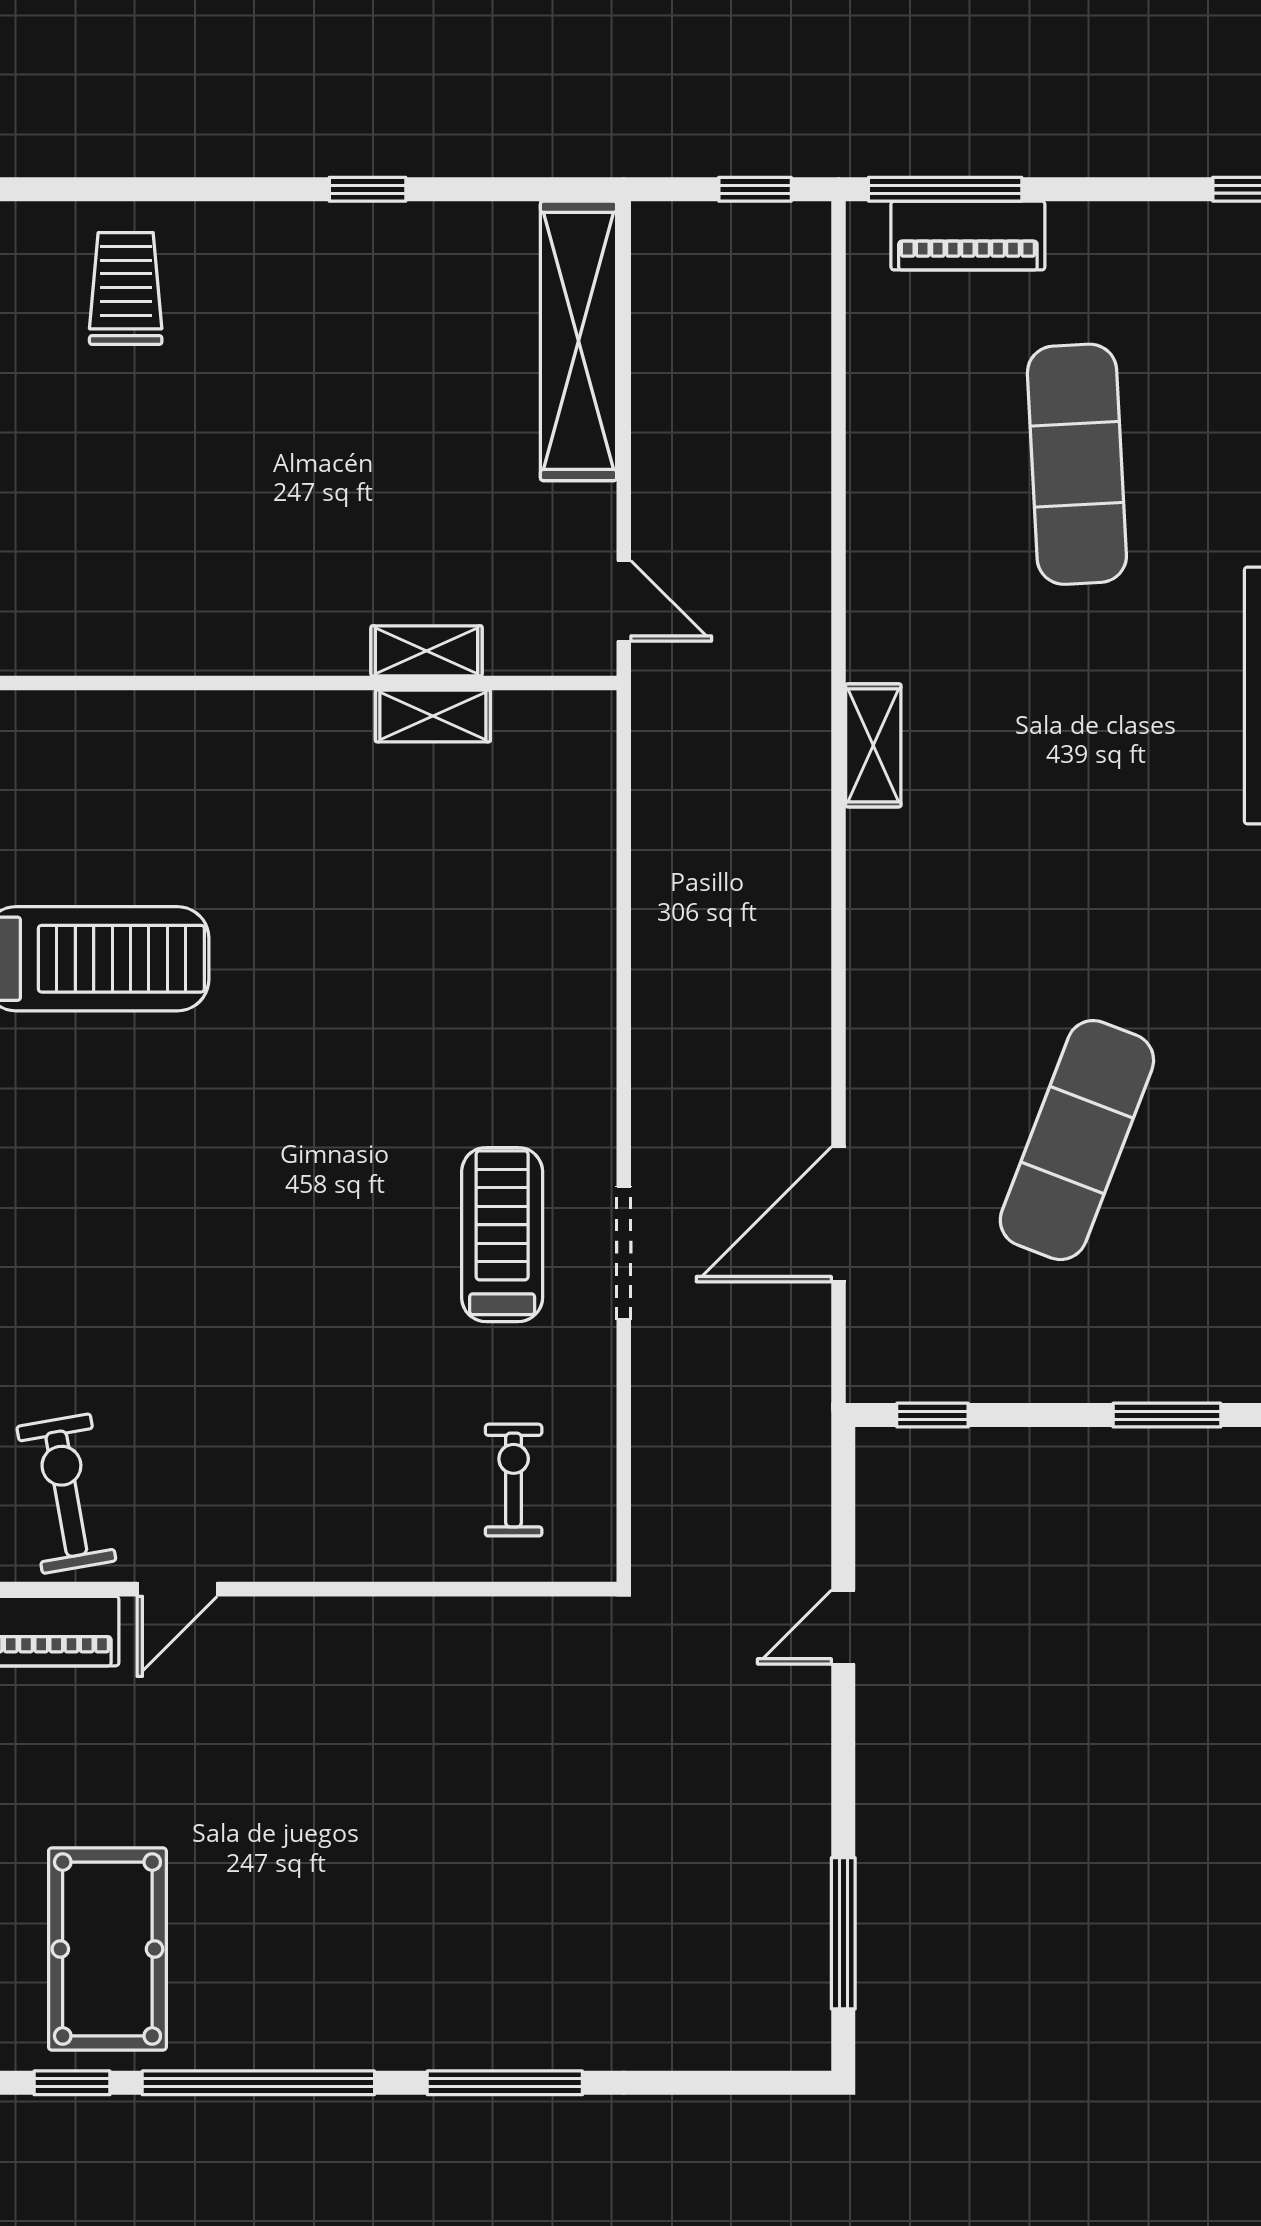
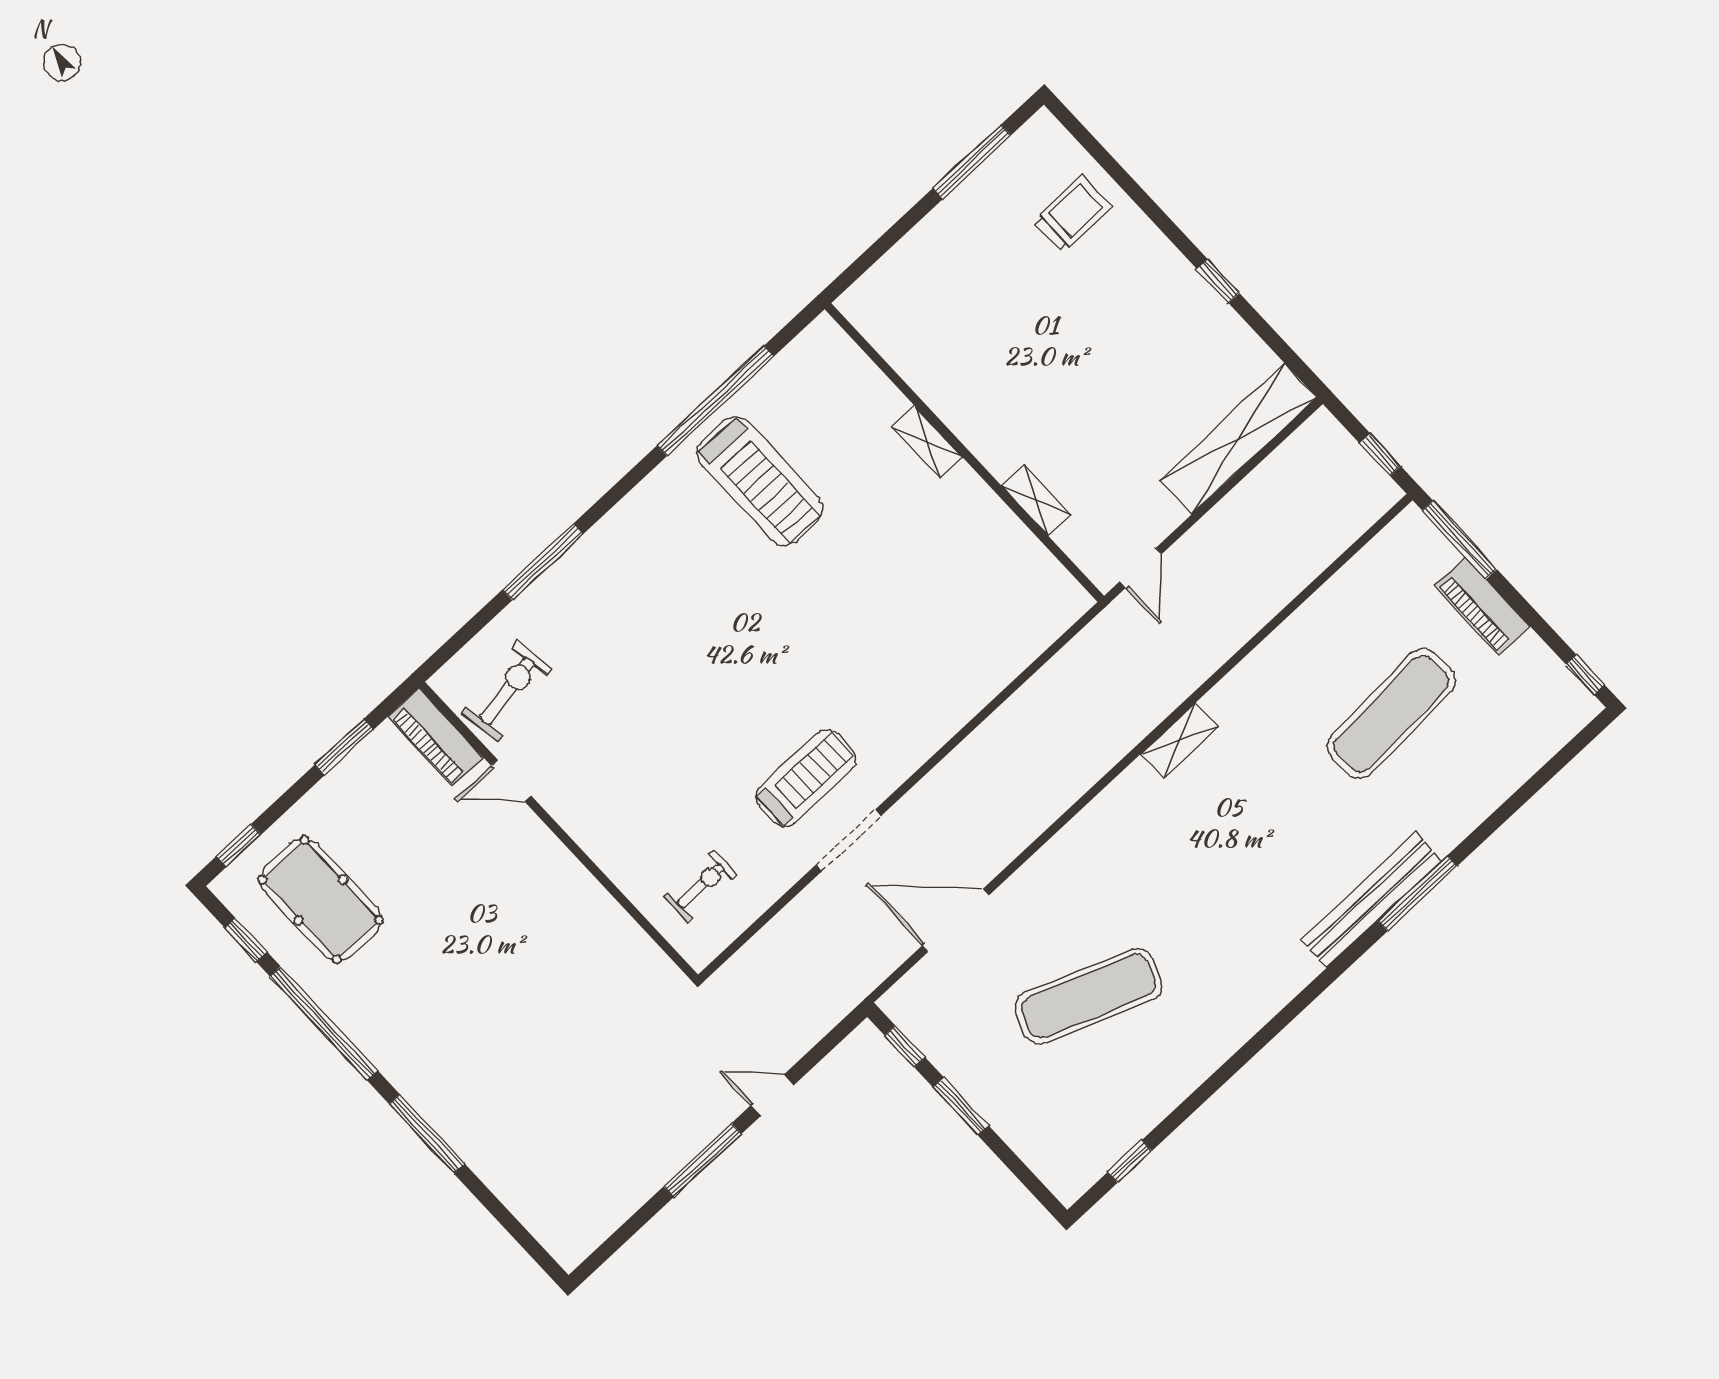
piano: (968, 236) -> (1482, 606), moved
shelving: (433, 716) -> (927, 442), moved
window: (1167, 1415) -> (961, 1106), moved
window: (843, 1933) -> (703, 1160), moved
pool table: (107, 1949) -> (321, 900), turned 90

